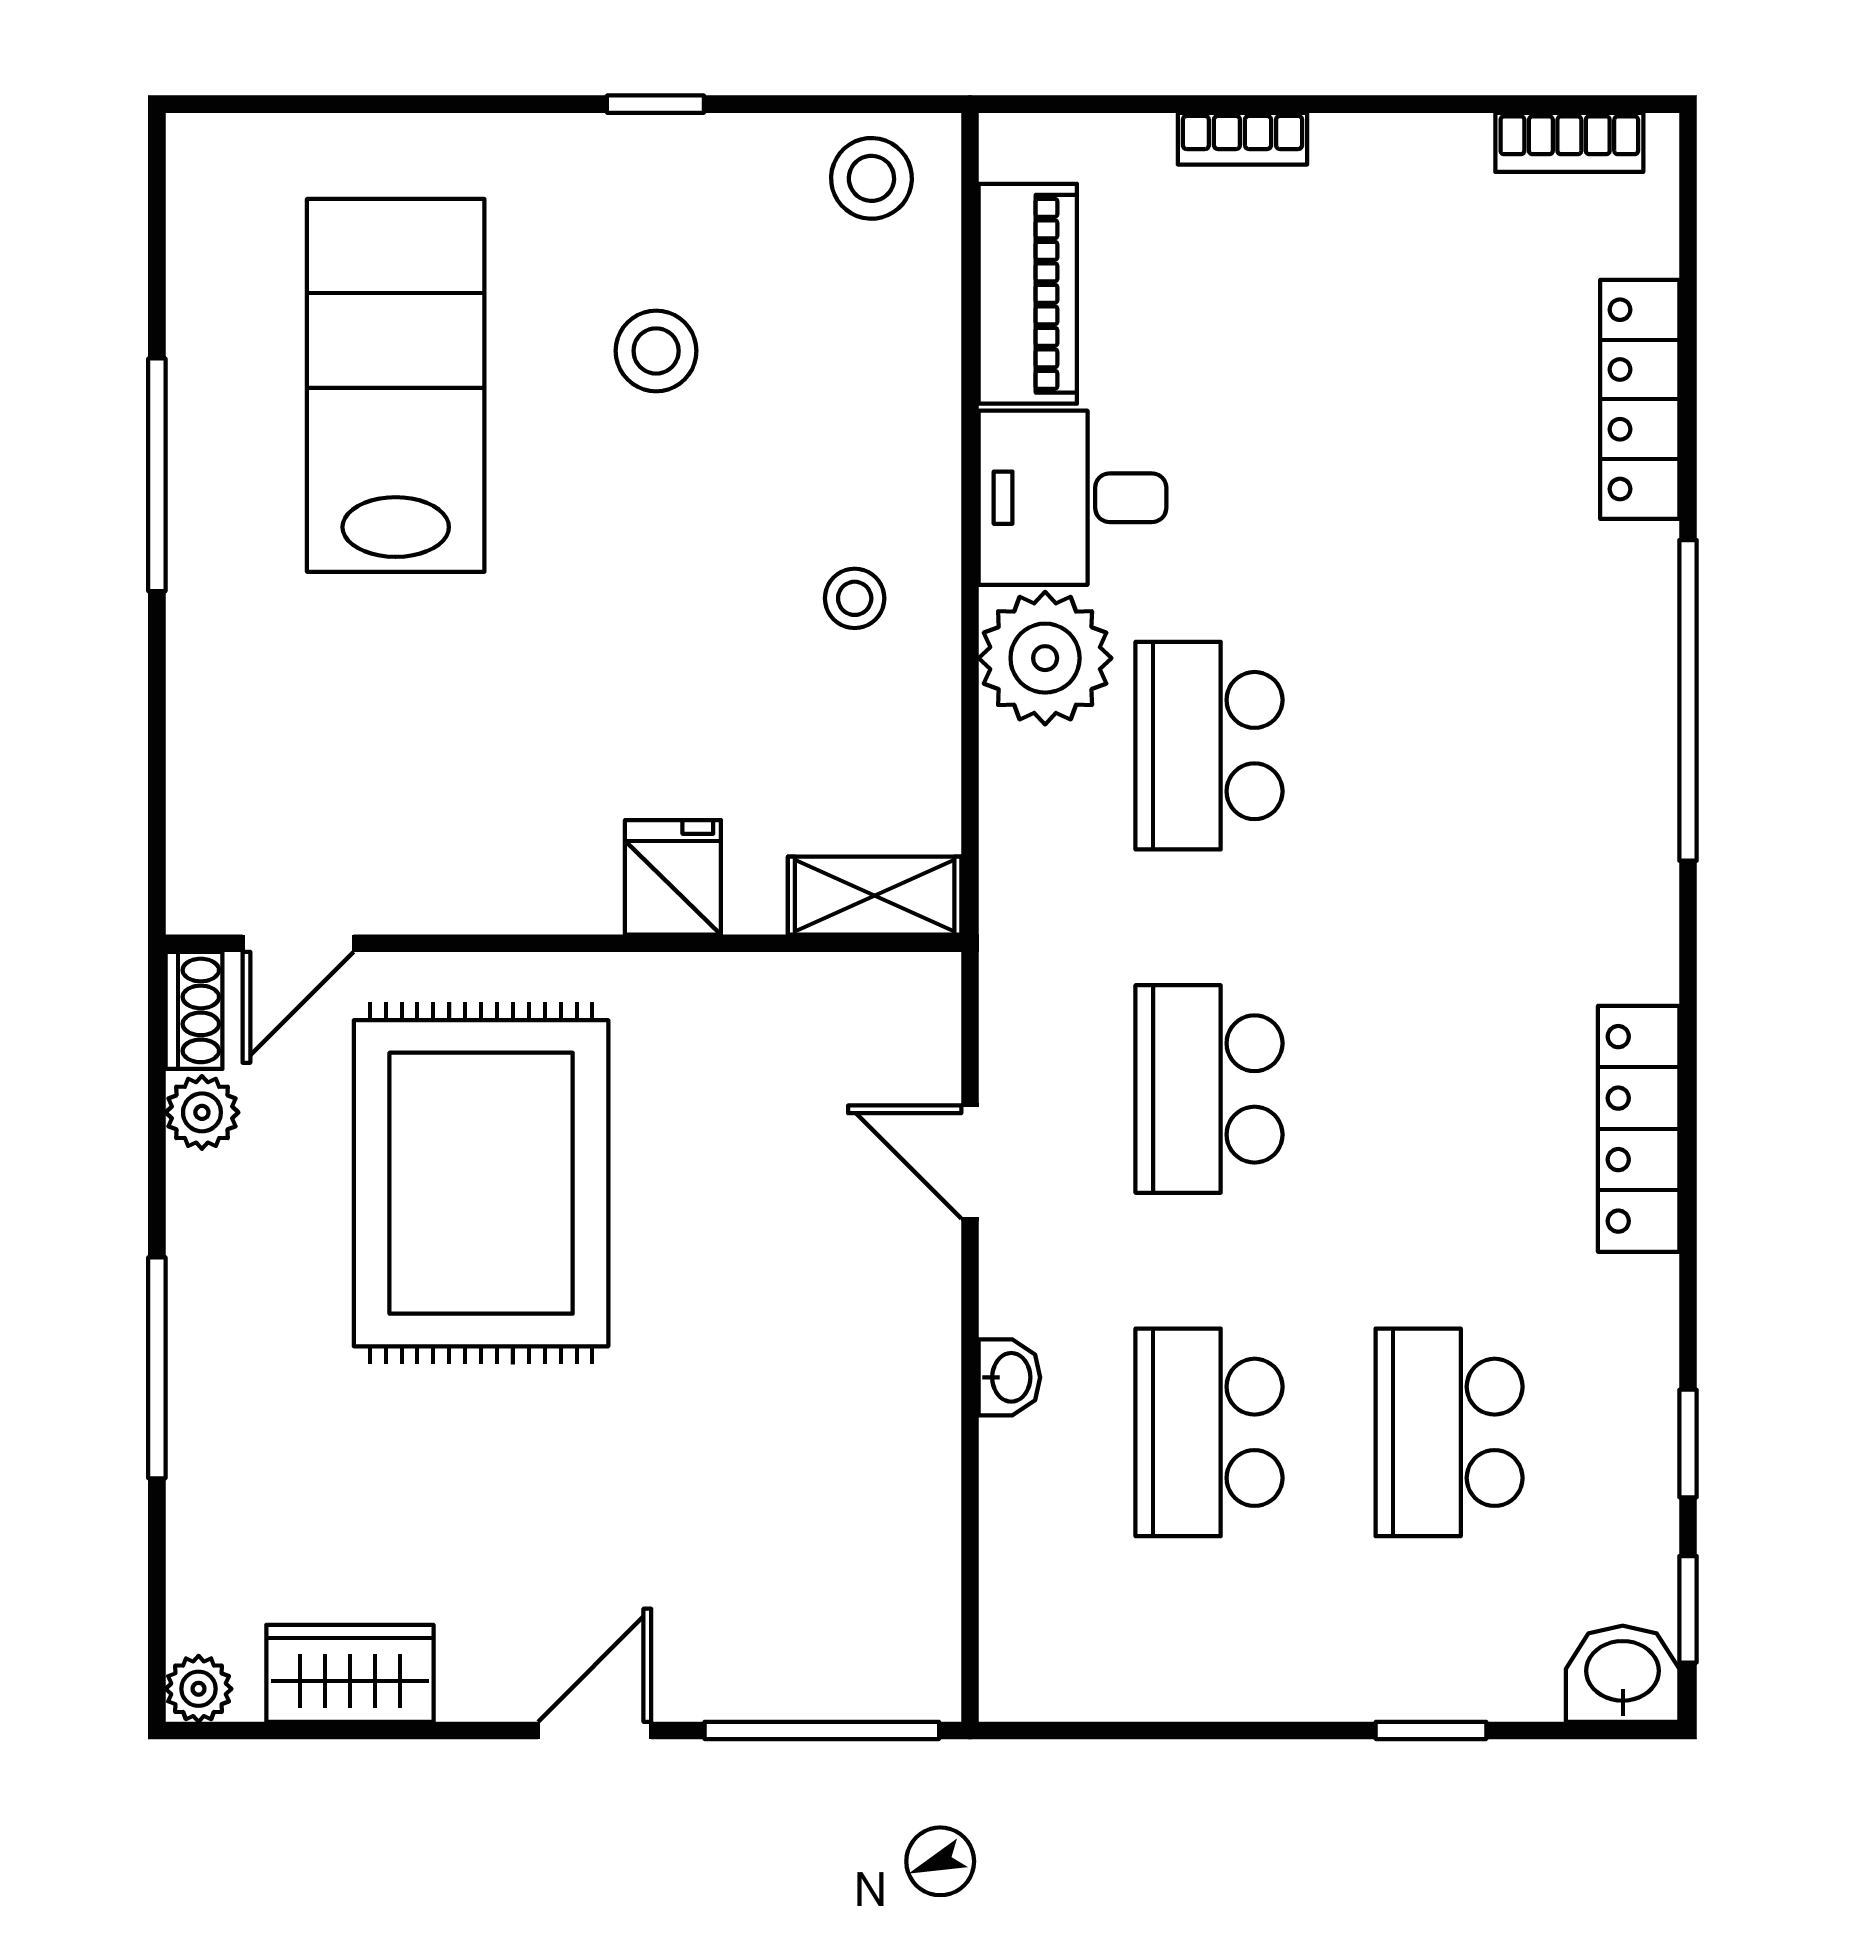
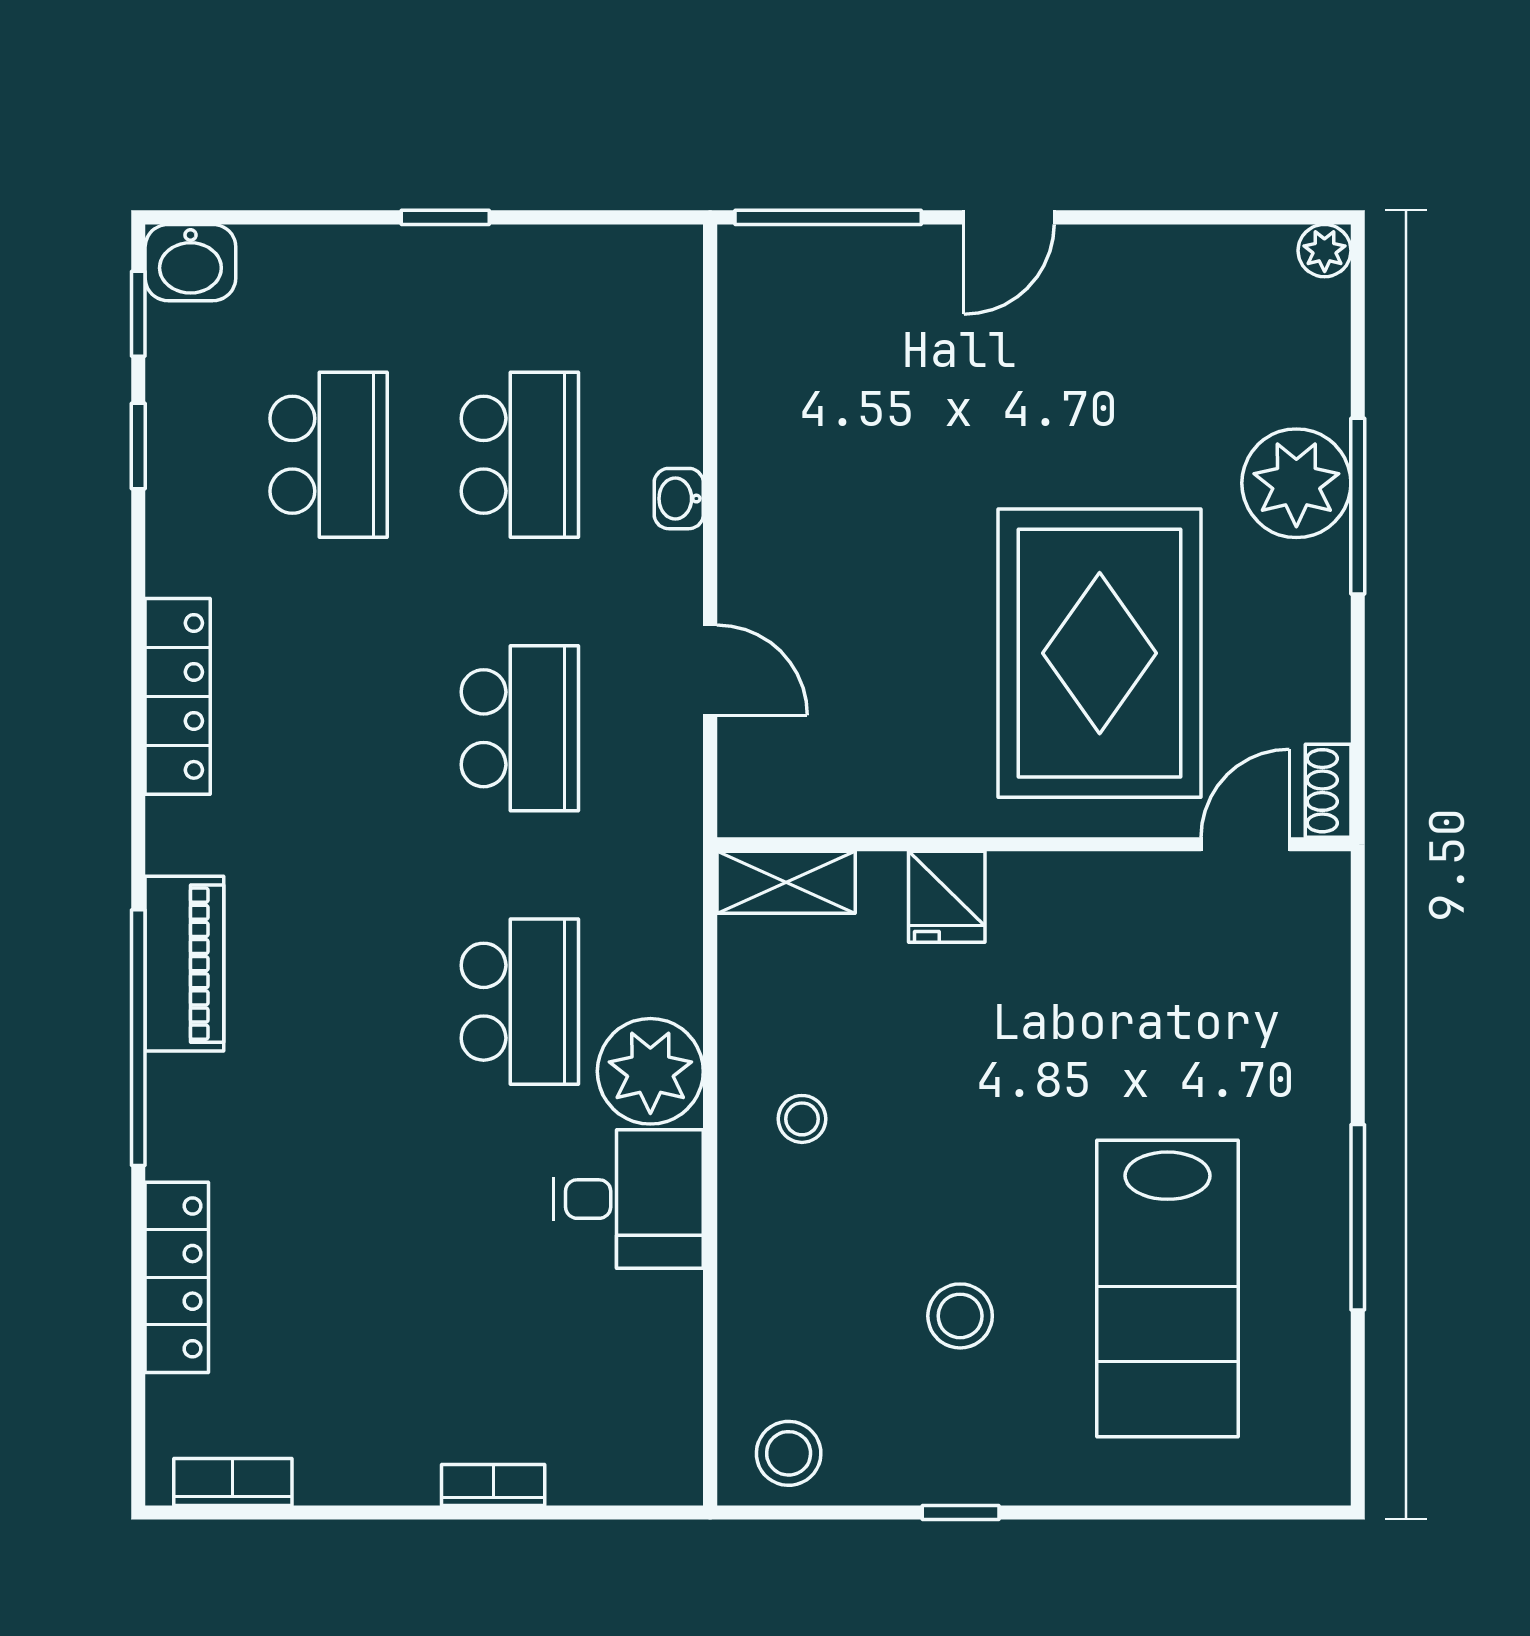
piano: (1028, 294) -> (184, 964), moved, turned 180
plant: (202, 1112) -> (1296, 483), moved, width x1.88, depth x1.88
wardrobe: (350, 1673) -> (1204, 263), removed
window: (1431, 1730) -> (445, 217), moved

